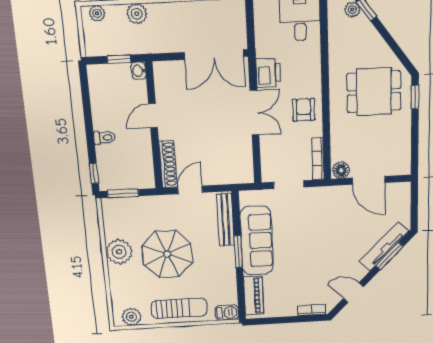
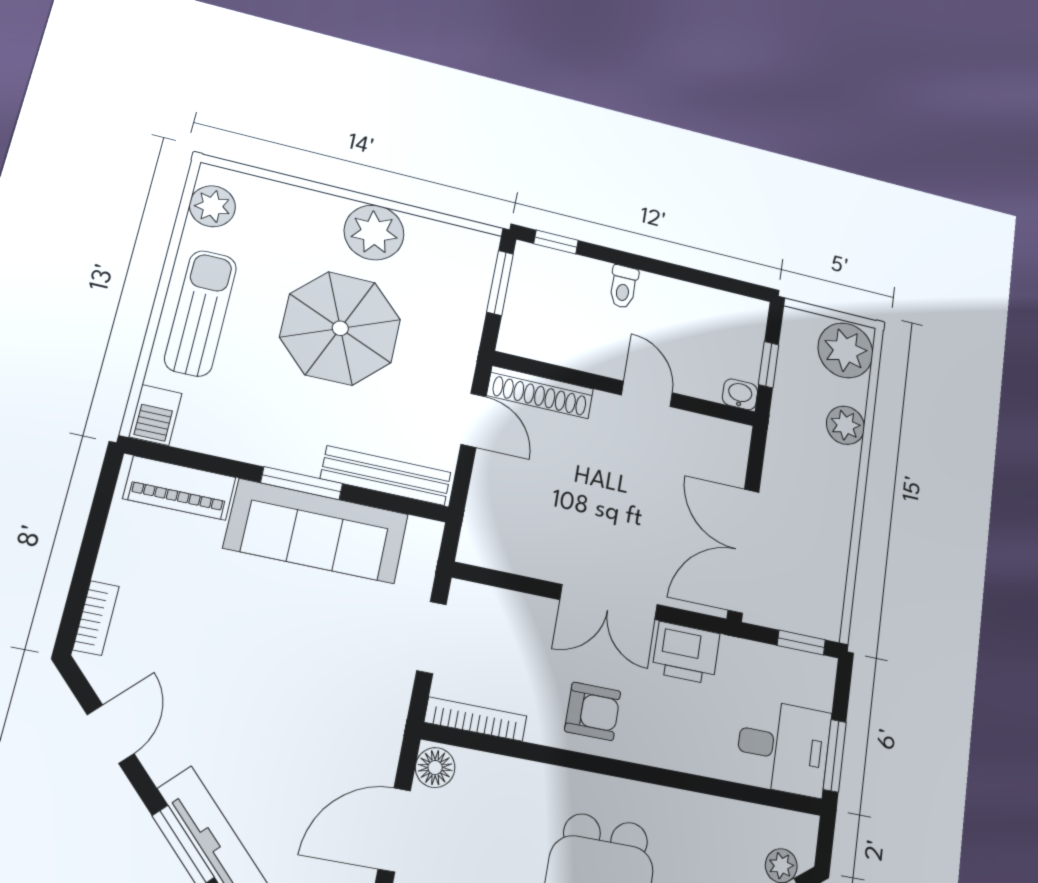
plant: (97, 13) -> (845, 350), width x1.88, depth x1.88
window: (250, 18) -> (801, 643), added
sun lounger: (179, 308) -> (201, 313), turned 180

